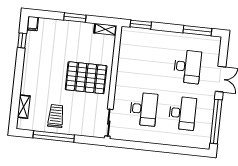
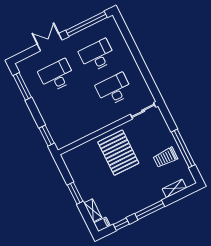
shelving: (105, 29) -> (93, 210), moved
window: (19, 73) -> (150, 210), added

